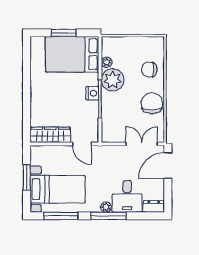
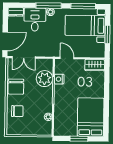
bed: (72, 54) -> (91, 117), moved, turned -90
plant: (113, 80) -> (44, 79), moved
nightstand: (92, 93) -> (59, 79), moved
wardrobe: (50, 135) -> (95, 65), width x0.67

